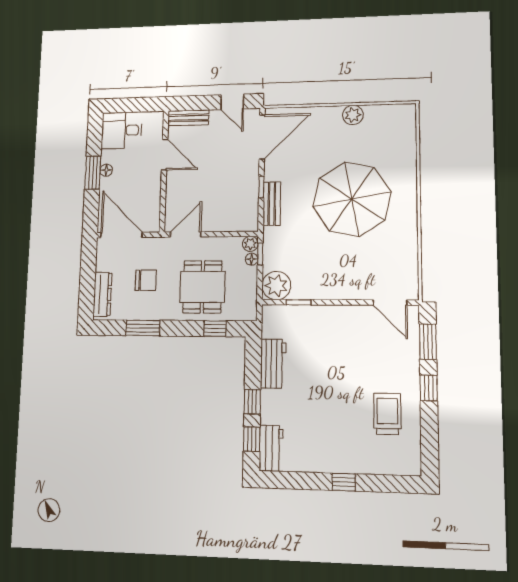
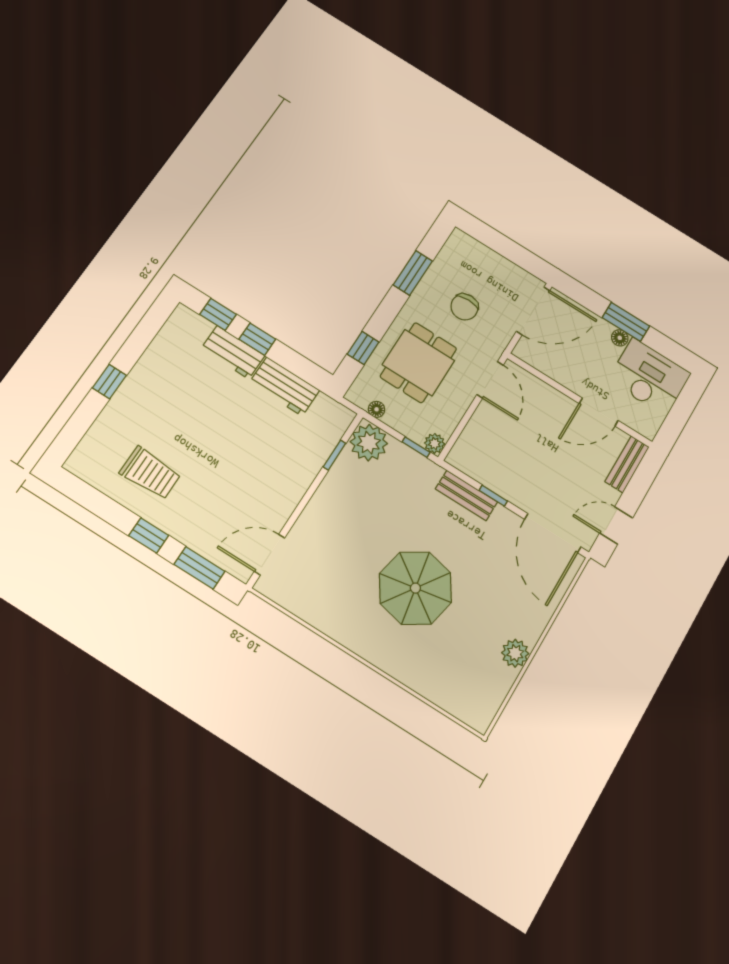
desk: (122, 130) -> (649, 377), width x1.37
parasol: (352, 199) -> (415, 588), width x0.73, depth x0.73
floor lamp: (252, 259) -> (377, 409), moved
dining table: (202, 287) -> (418, 363), turned 90
dresser: (102, 294) -> (478, 252), removed
workbench: (271, 448) -> (233, 352), moved

